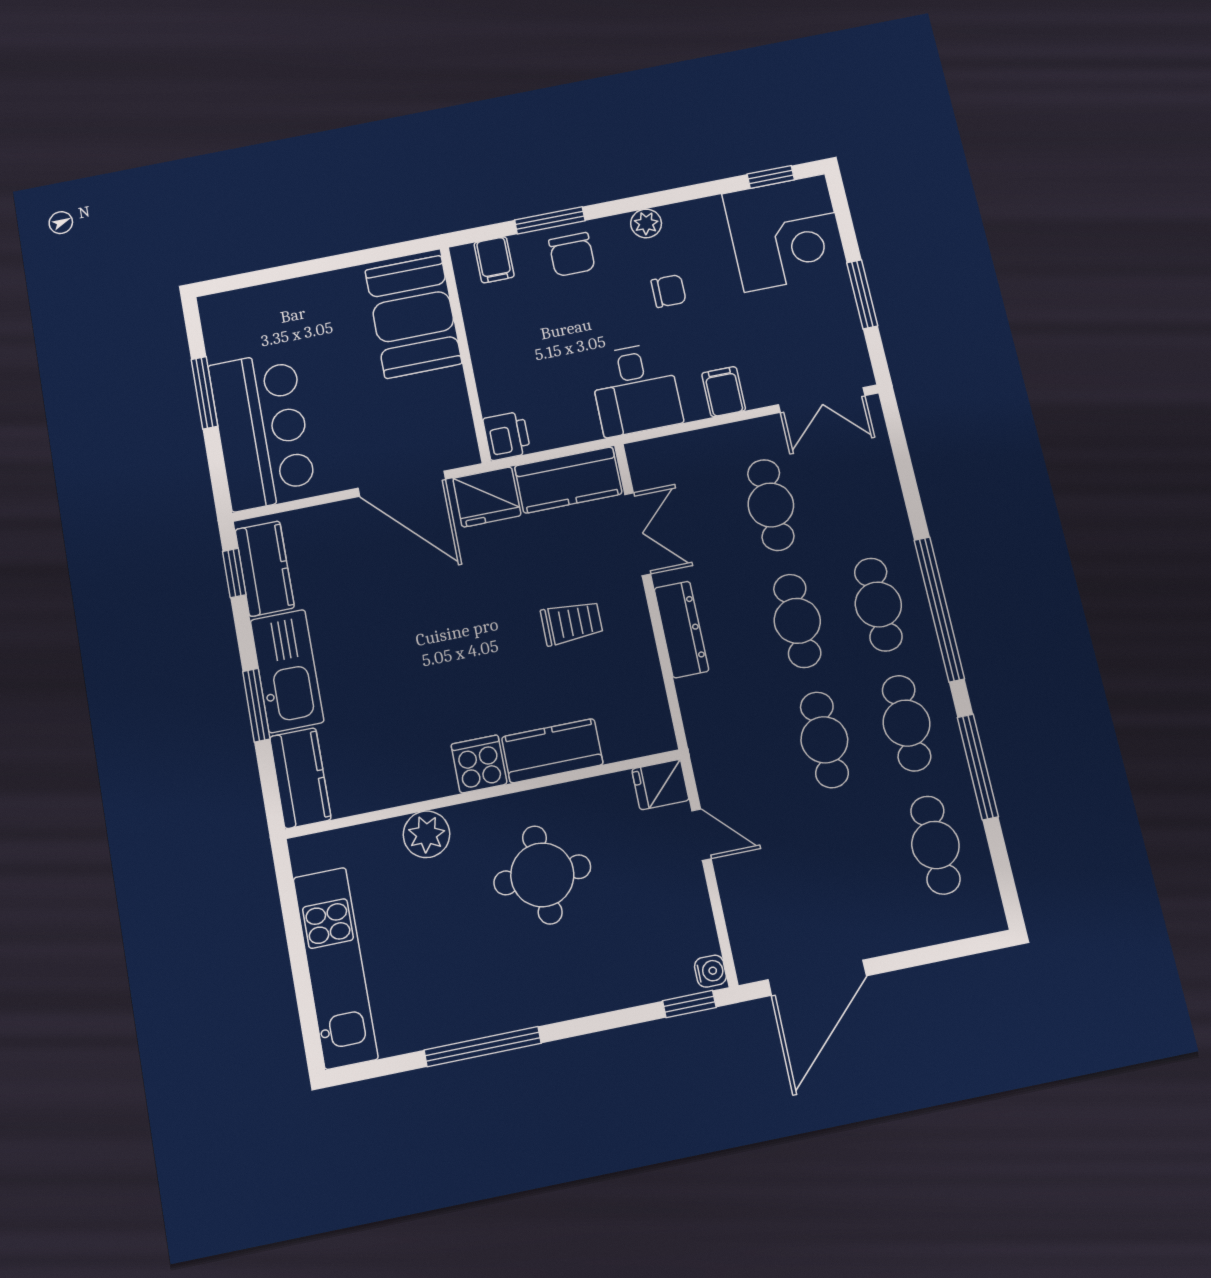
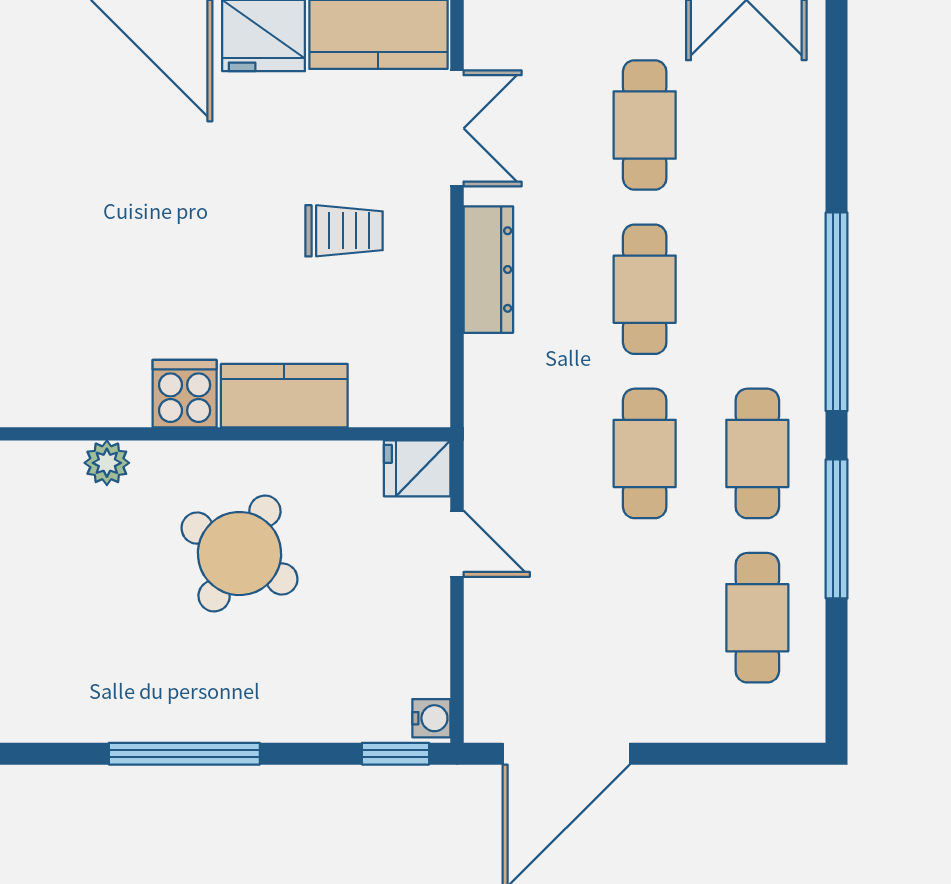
cafe table: (878, 604) -> (757, 289), removed
plant: (426, 834) -> (107, 463), width x0.73, depth x0.73
round table: (542, 875) -> (240, 554), turned 32
window: (483, 1047) -> (184, 754), moved

